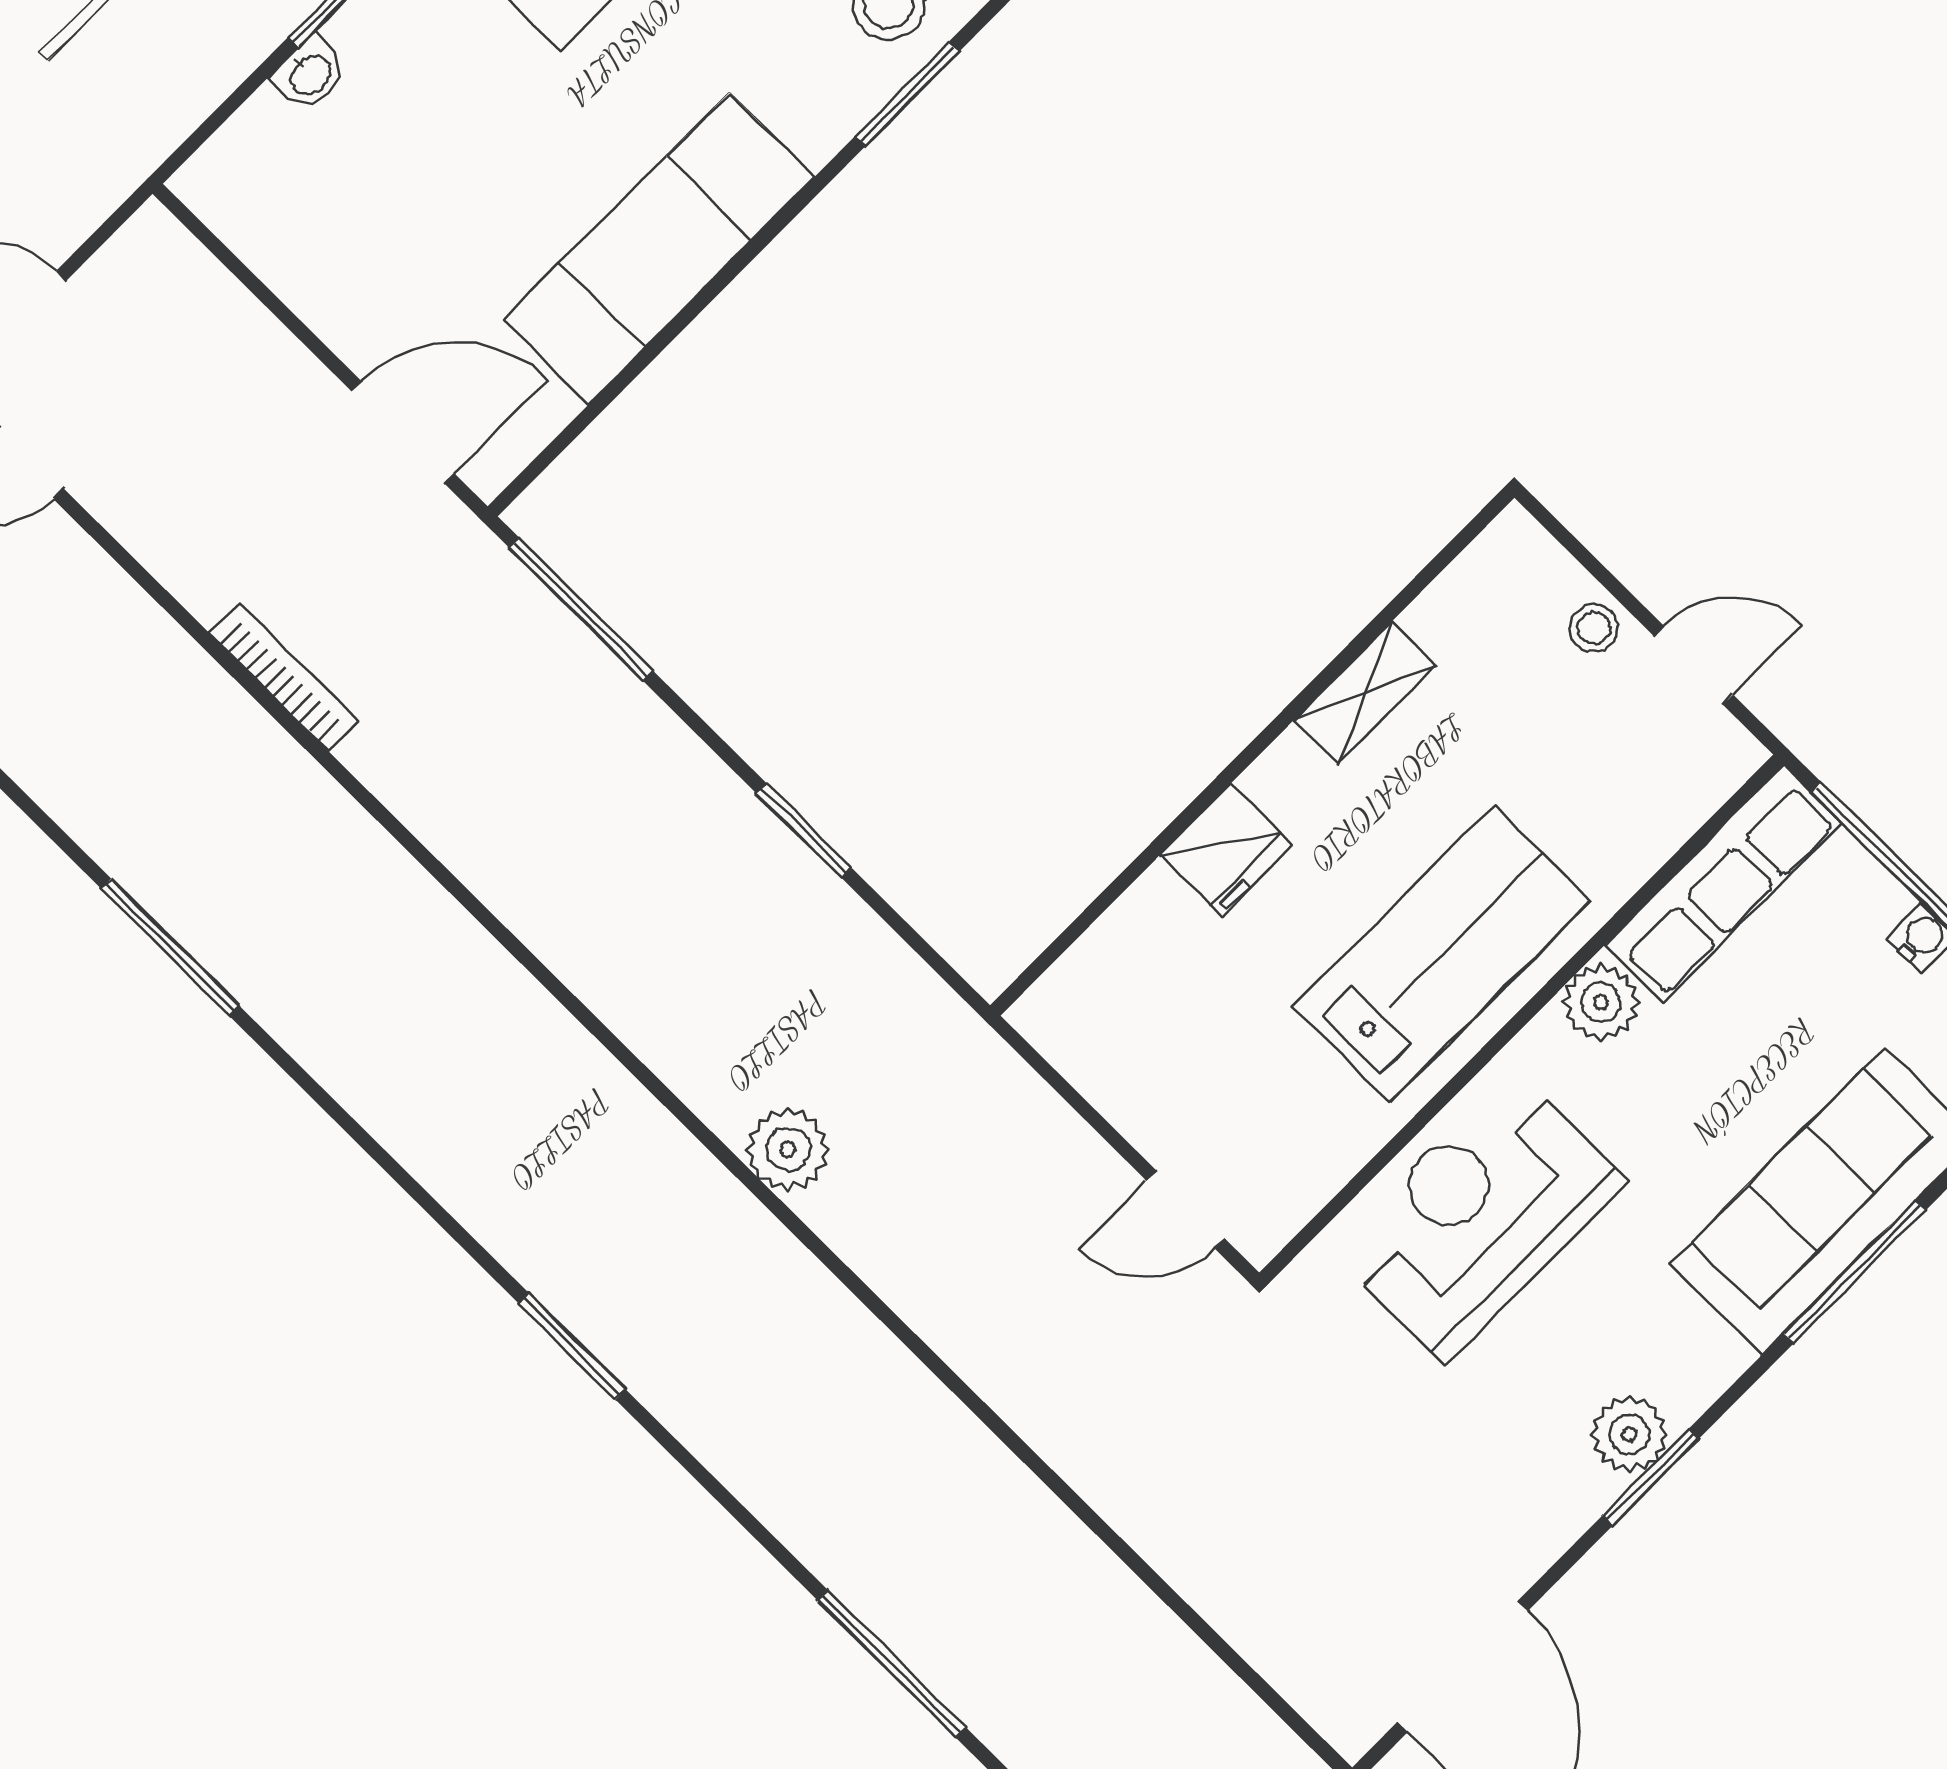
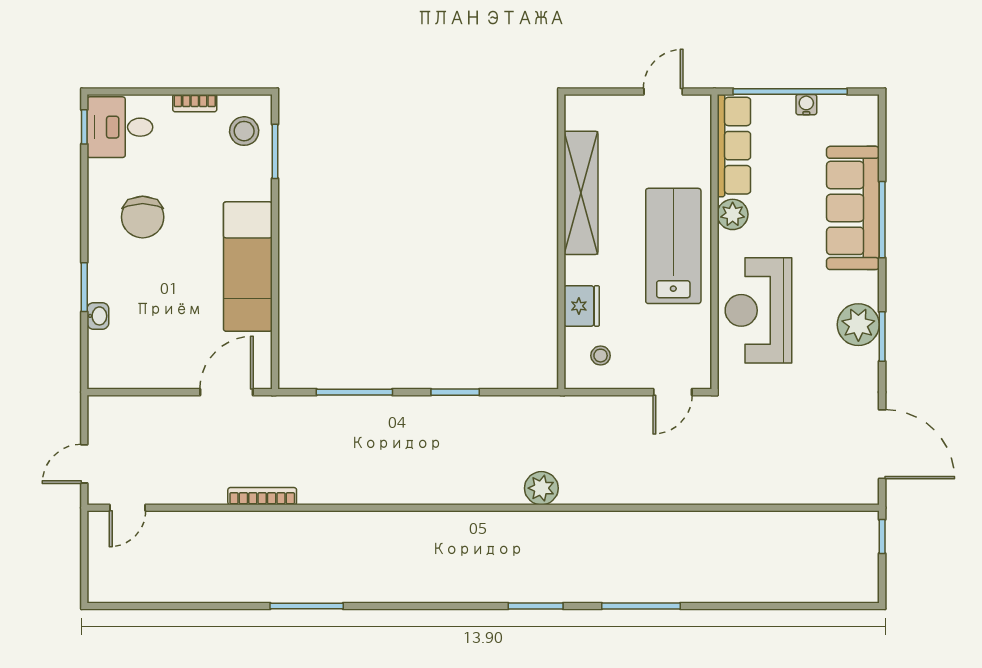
window: (581, 609) -> (354, 392), moved
stool: (1594, 628) -> (601, 356), moved
shelving: (1365, 693) -> (581, 193), width x2.20, depth x1.33
fridge: (1226, 849) -> (582, 306), moved
plant: (1630, 1434) -> (858, 325), width x1.36, depth x1.36
window: (892, 1664) -> (641, 606), moved

